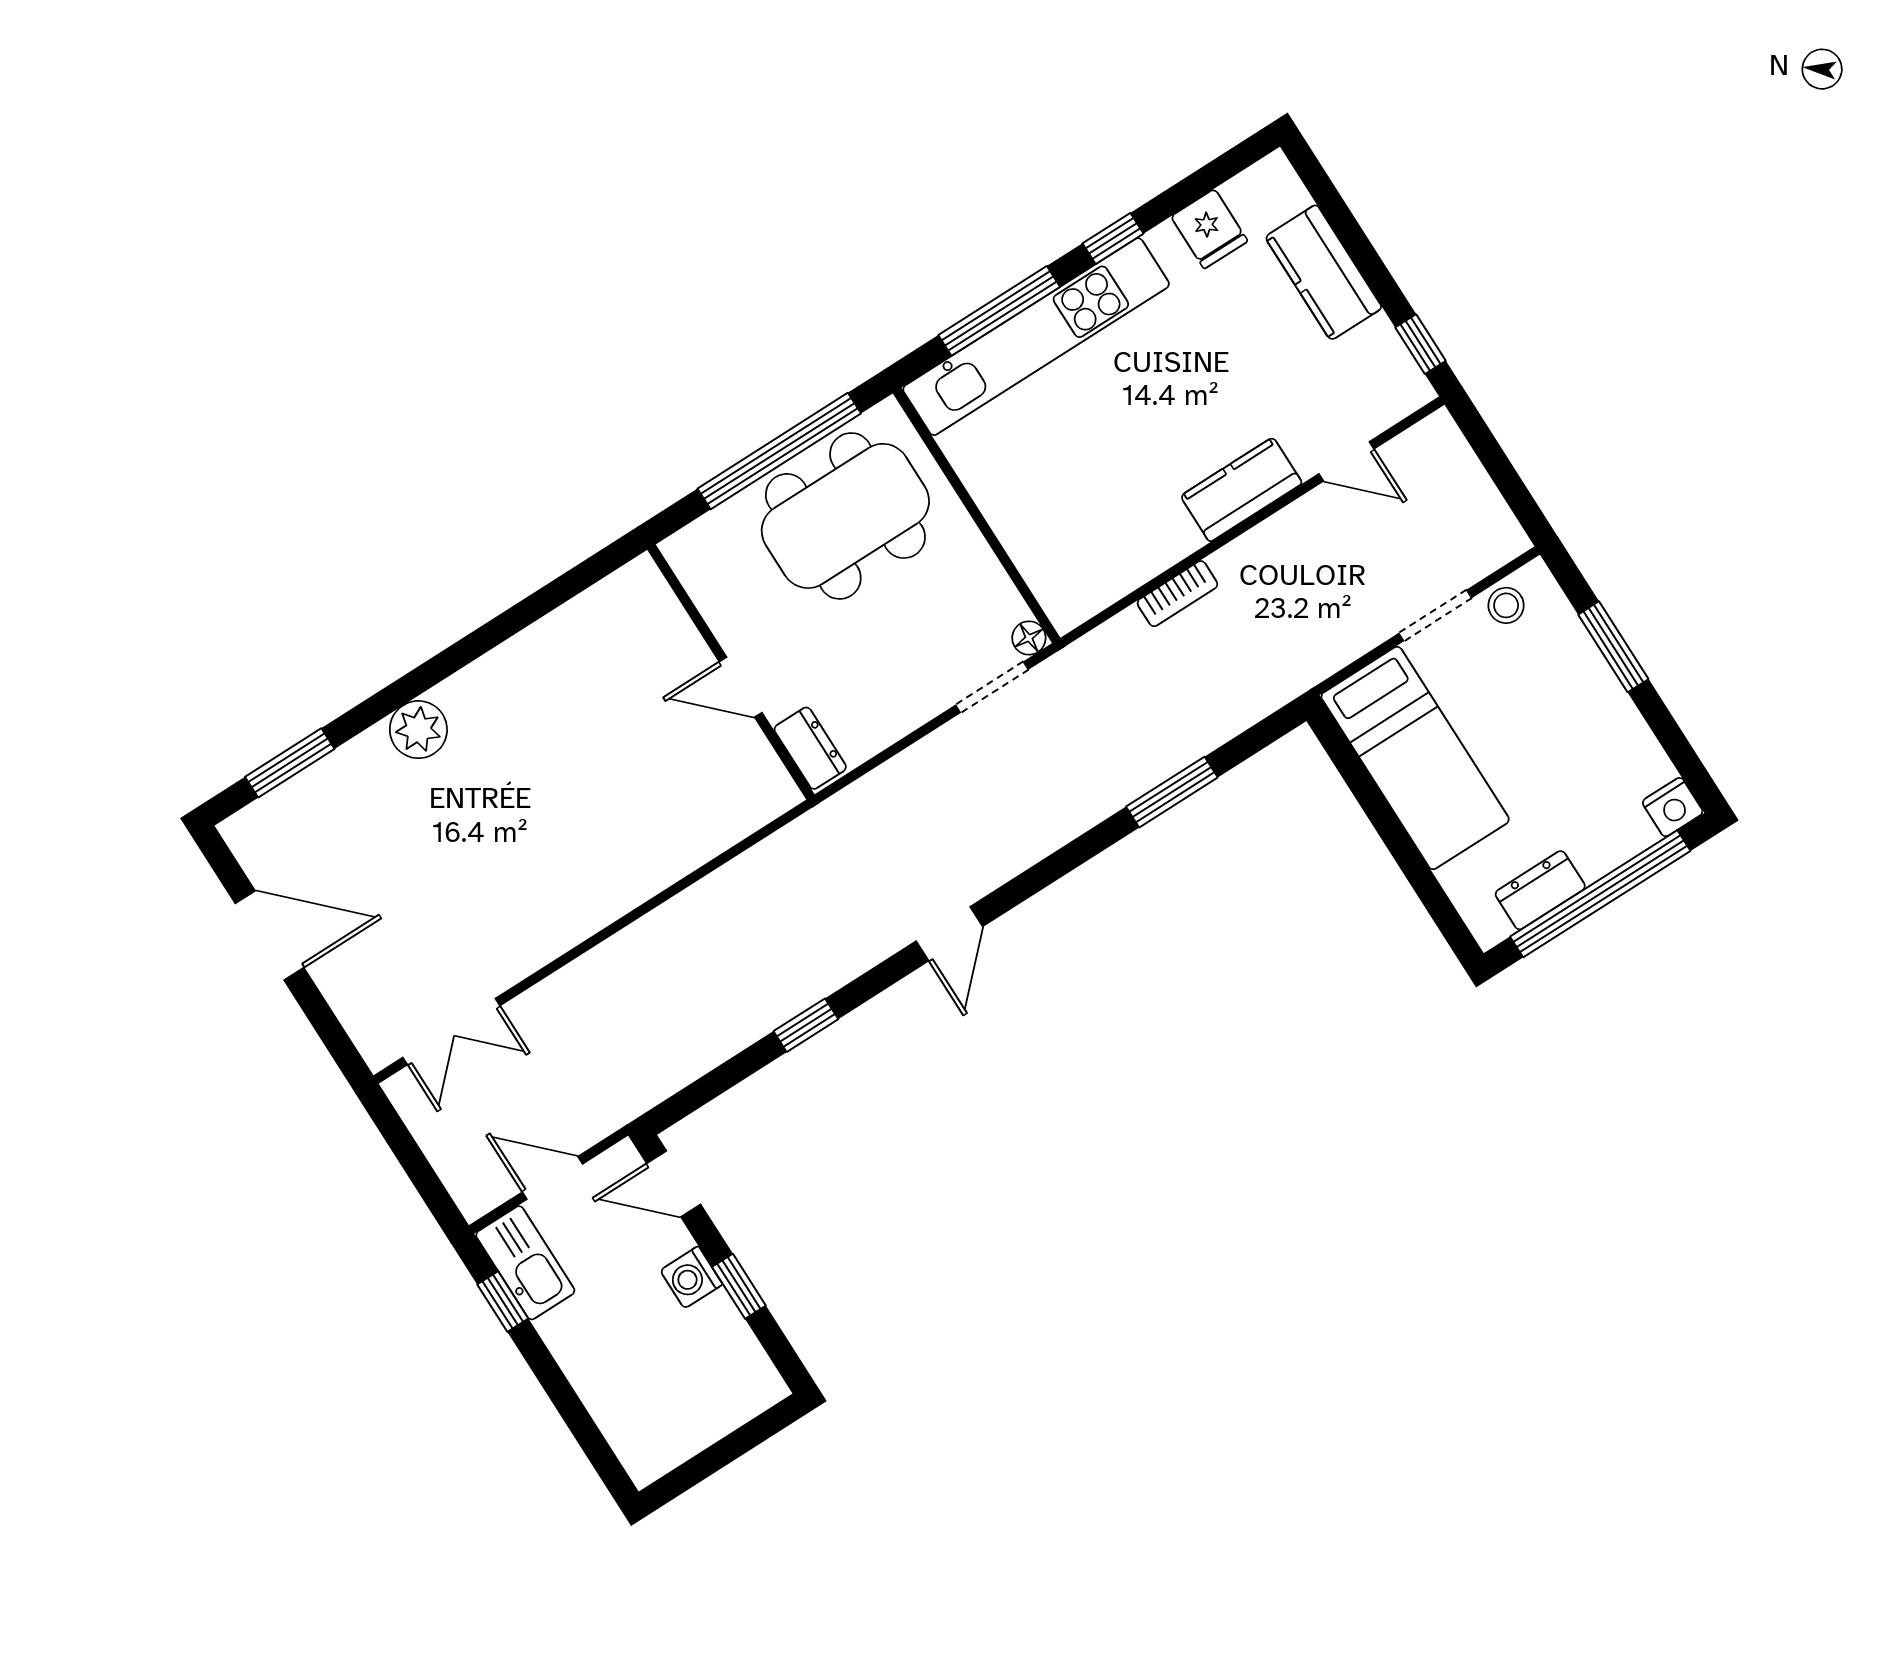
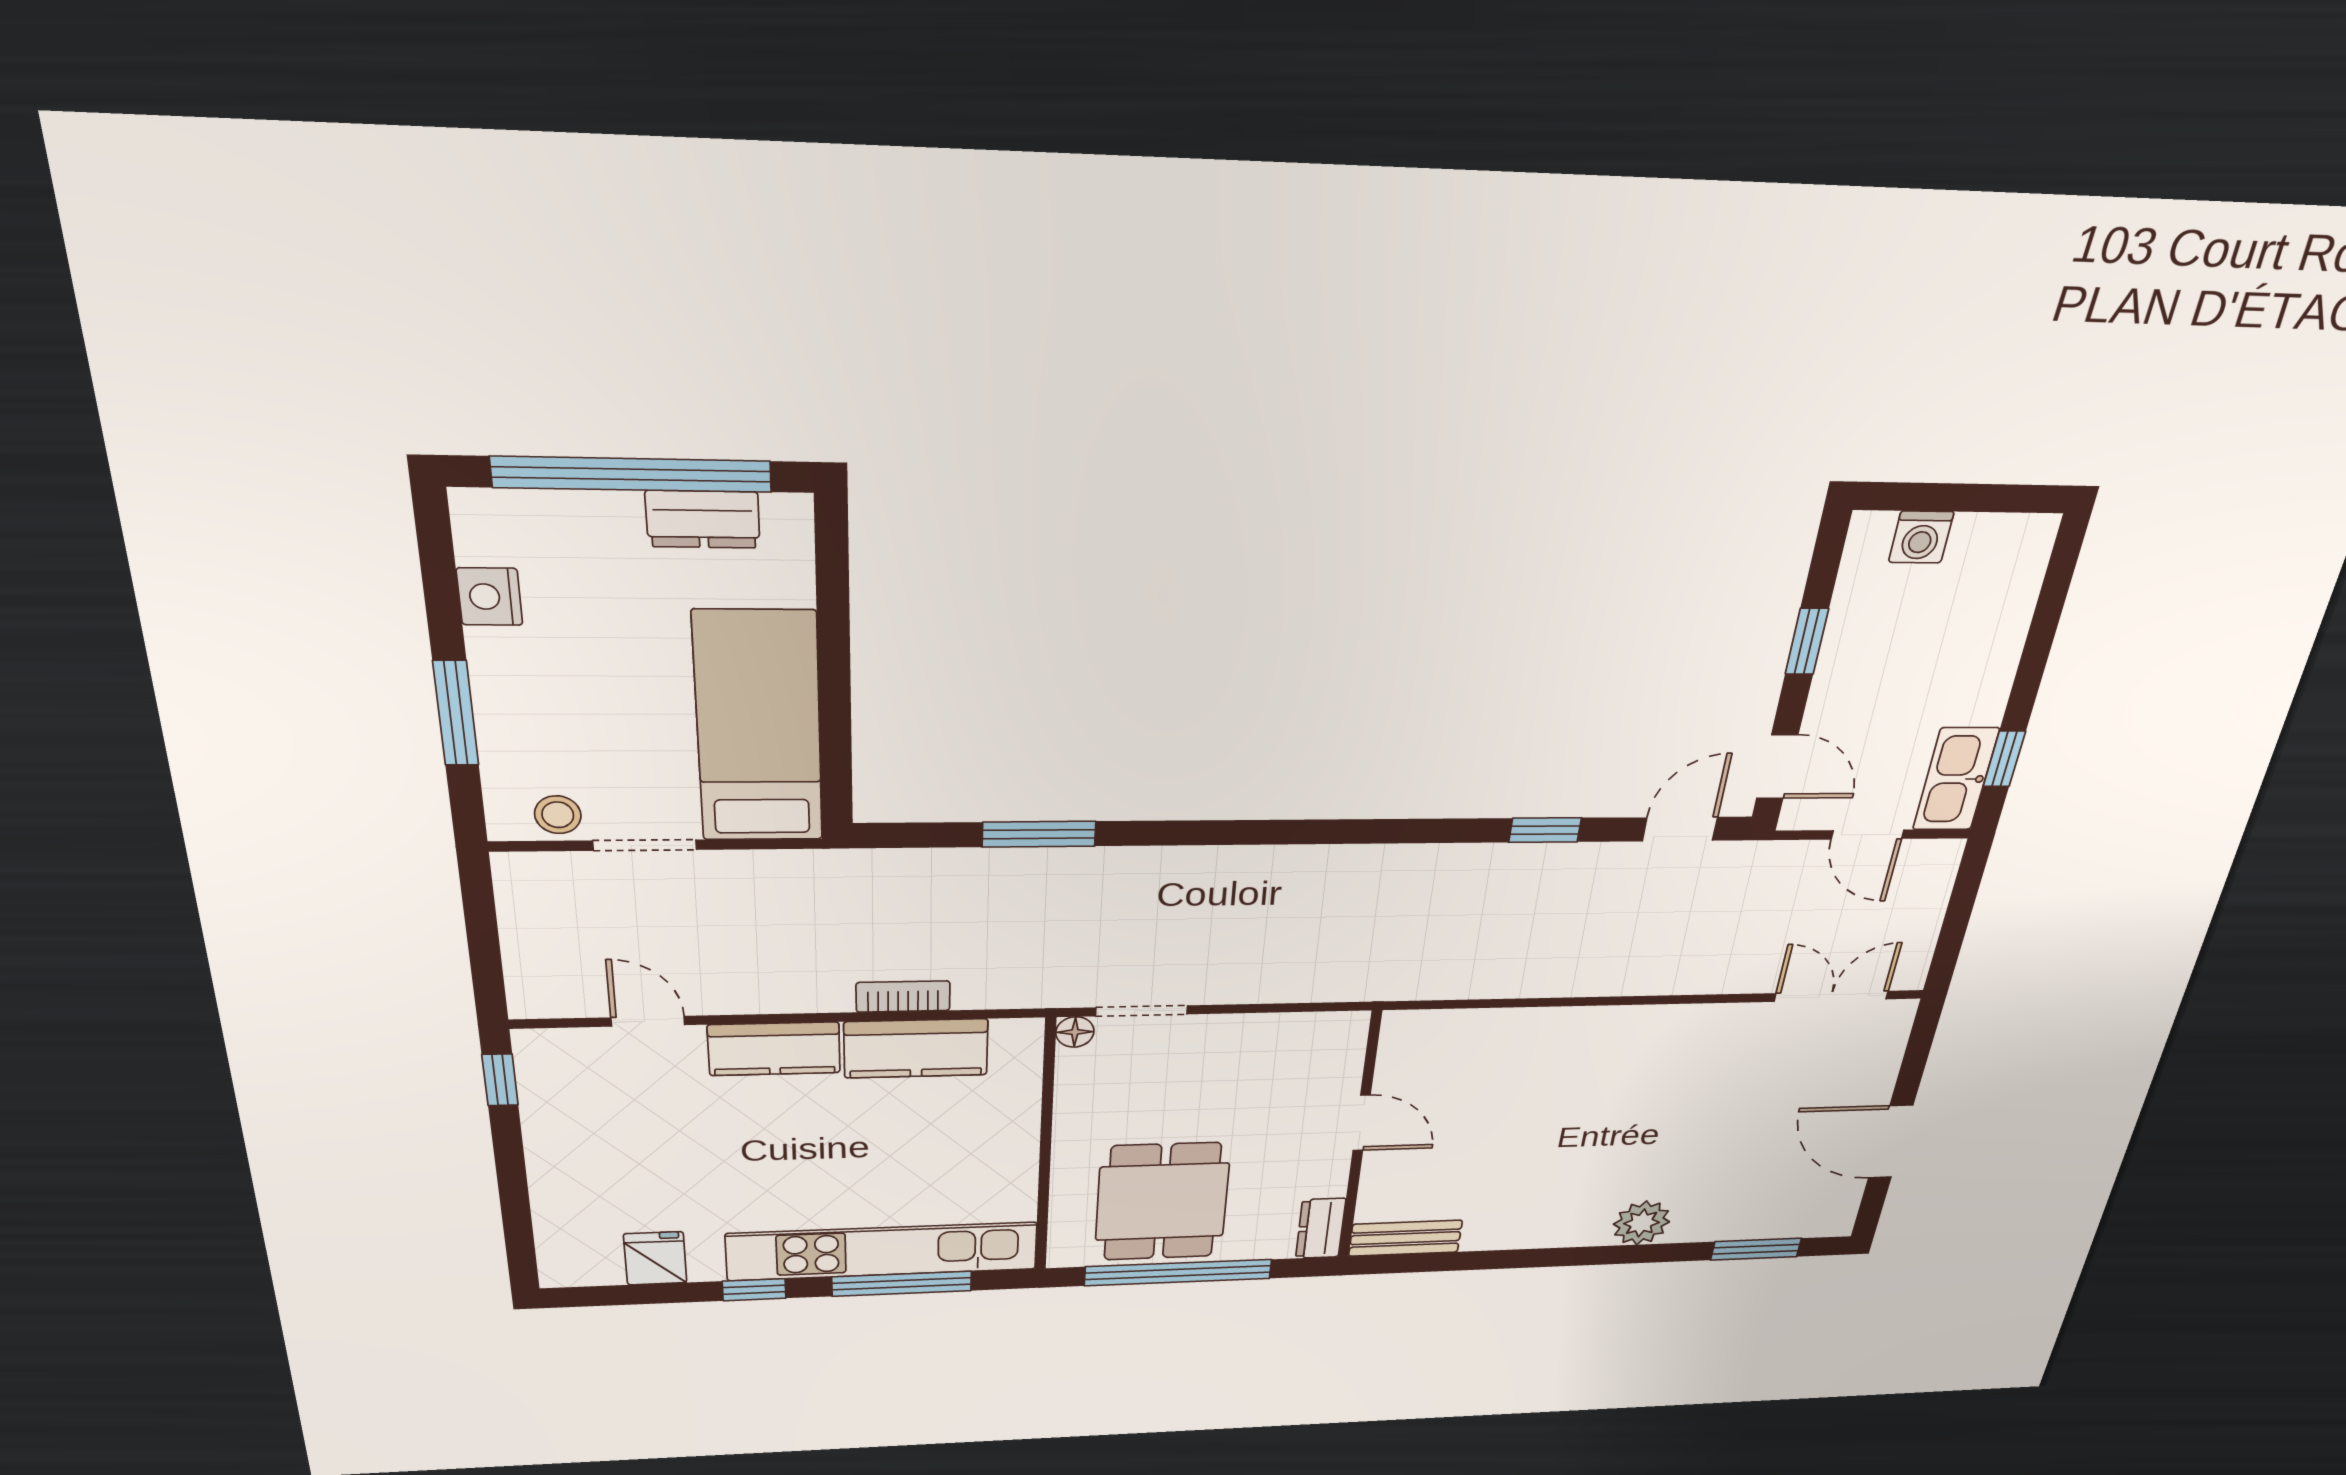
kitchen counter: (1324, 272) -> (916, 1048), moved, turned 90
dining table: (845, 516) -> (1162, 1202), width x0.73
bench: (613, 596) -> (1405, 1238), added
dresser: (810, 748) -> (1321, 1228), moved
nightstand: (1673, 807) -> (490, 597), moved, turned -90
door: (949, 934) -> (1680, 829), moved
washing machine: (691, 1277) -> (1921, 537), moved, turned 90

